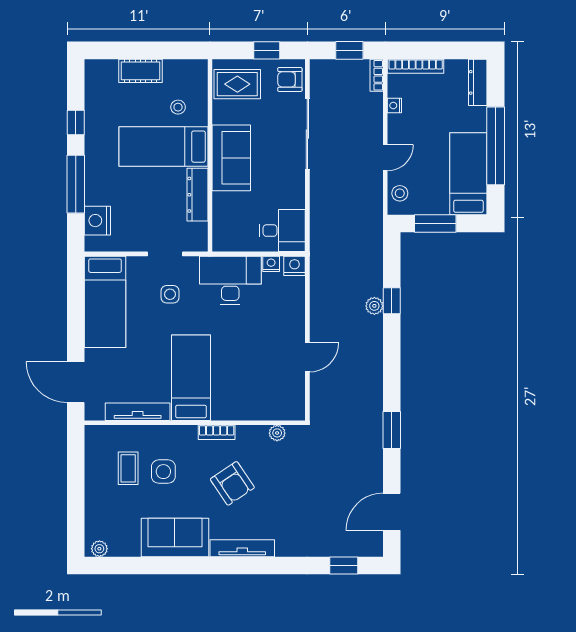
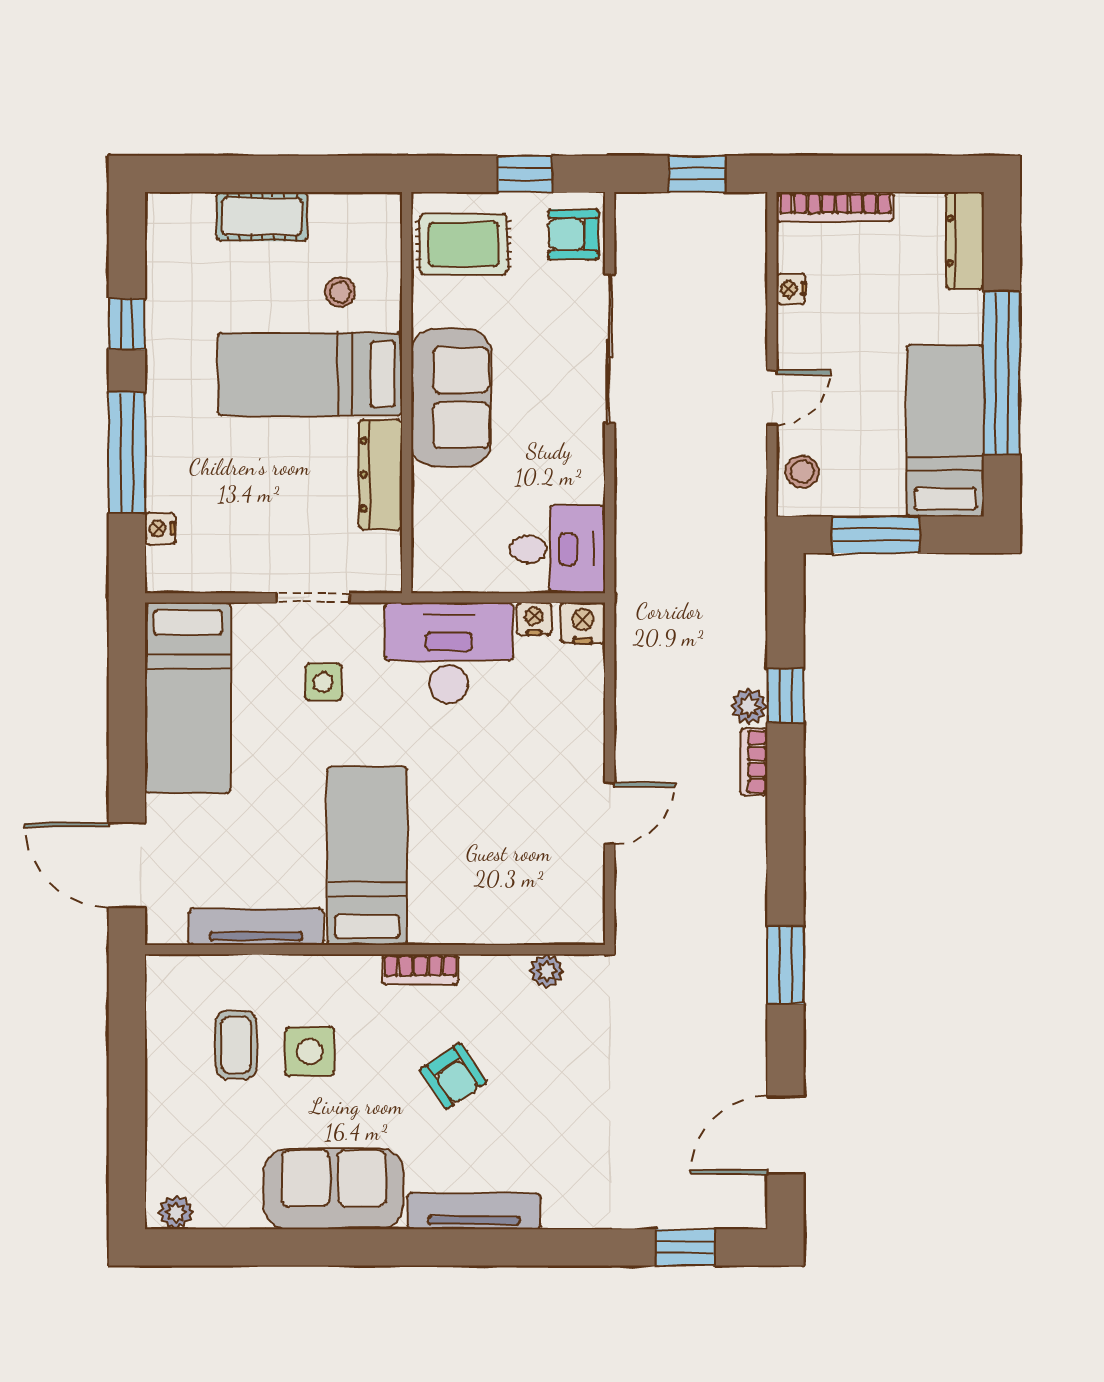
bookcase: (377, 75) -> (754, 762), moved
nightstand: (97, 221) -> (160, 528), width x0.53, depth x0.56
armchair: (232, 483) -> (453, 1076), width x0.72, depth x0.72

